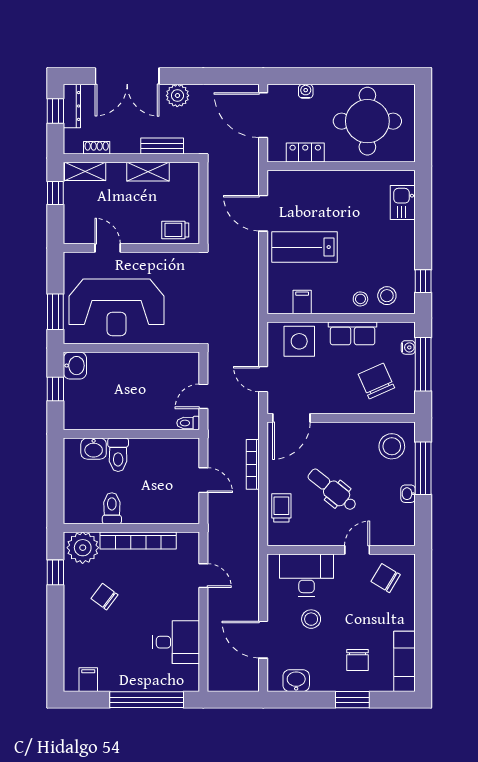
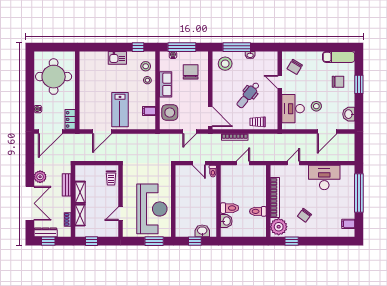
locker: (305, 152) -> (70, 119), moved
shelving: (85, 171) -> (80, 215), moved
kitchen sink: (403, 203) -> (117, 58), moved
washbasin: (75, 366) -> (202, 231), moved
chair: (376, 381) -> (191, 72), turned 114
desk: (176, 642) -> (324, 178), width x1.37

